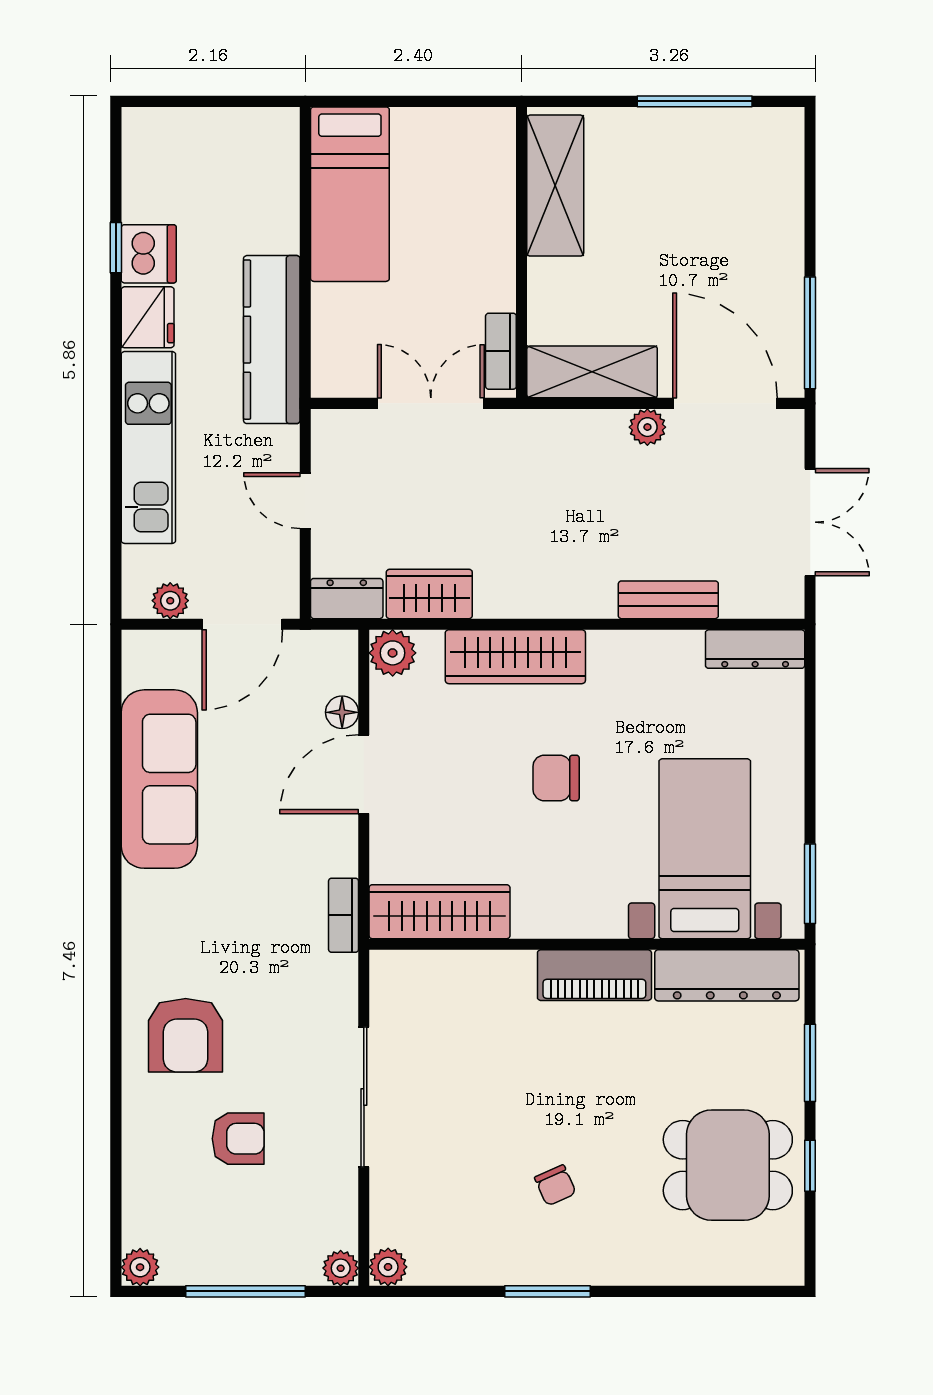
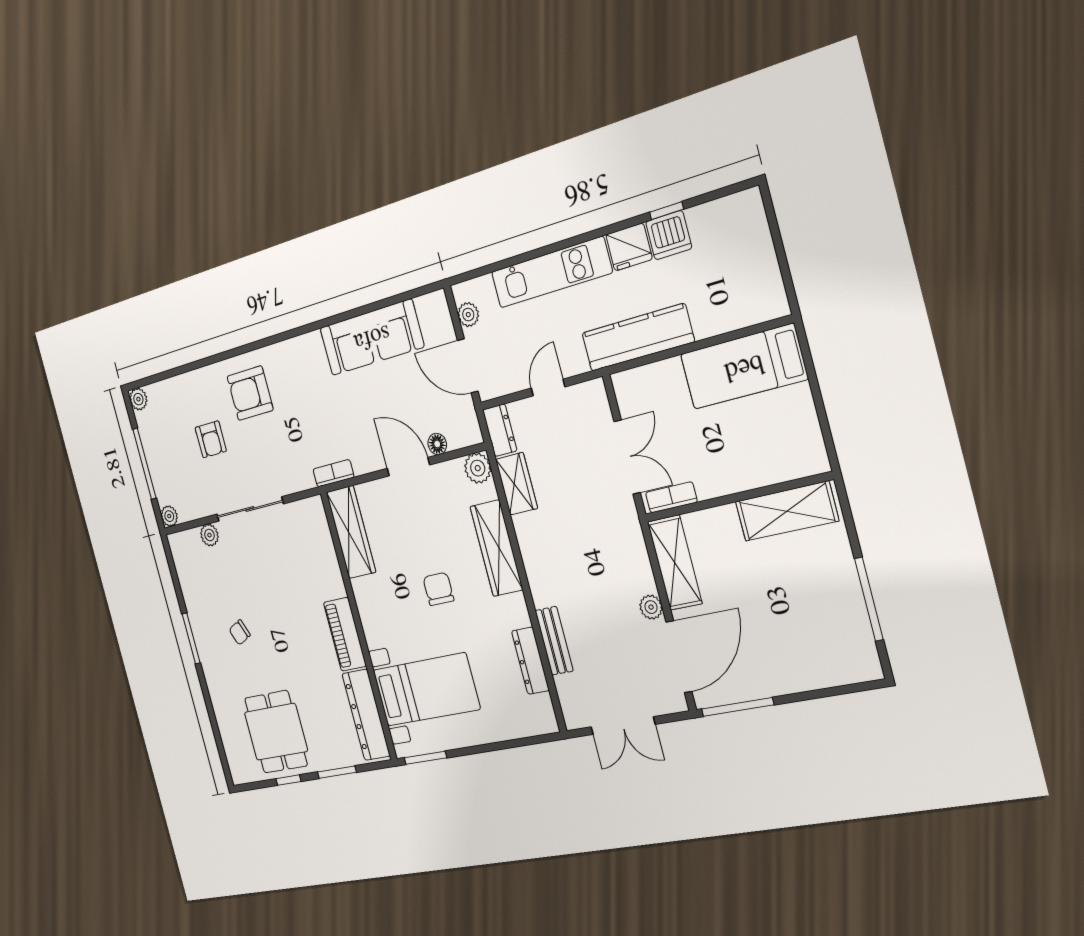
dresser: (755, 649) -> (530, 661), moved
plant: (388, 1267) -> (209, 535), moved

